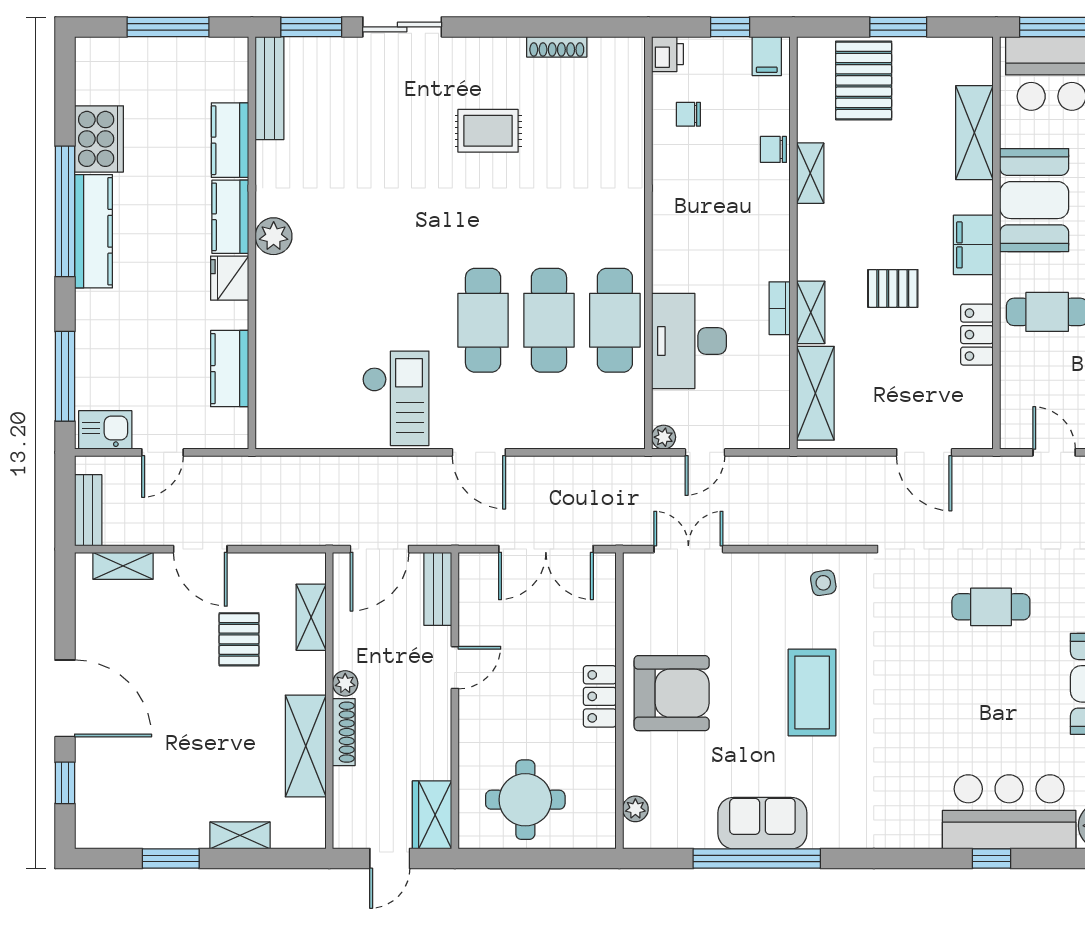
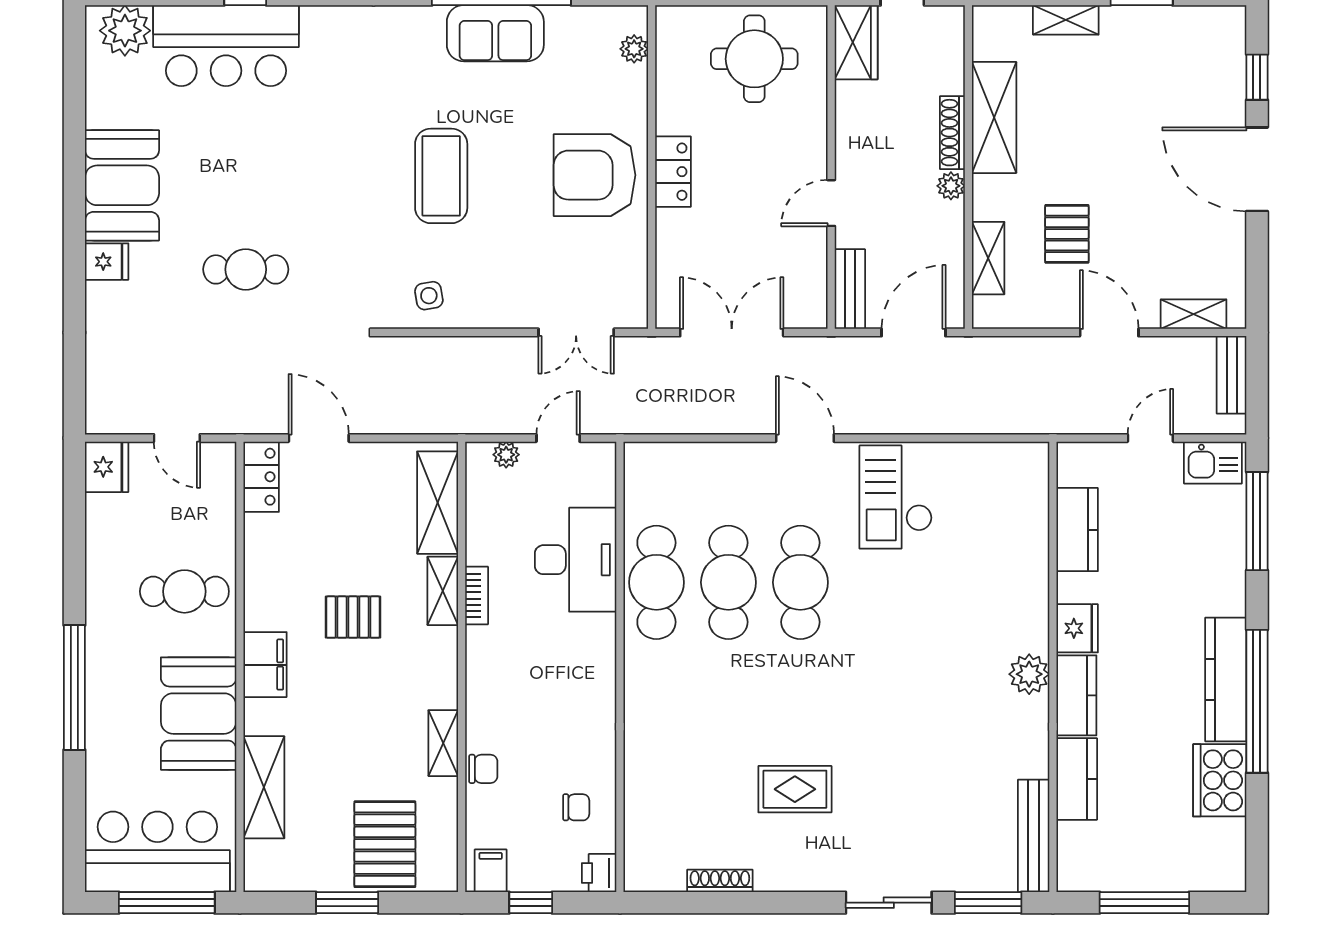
locker: (977, 335) -> (261, 477), moved
plant: (664, 437) -> (506, 455), moved

